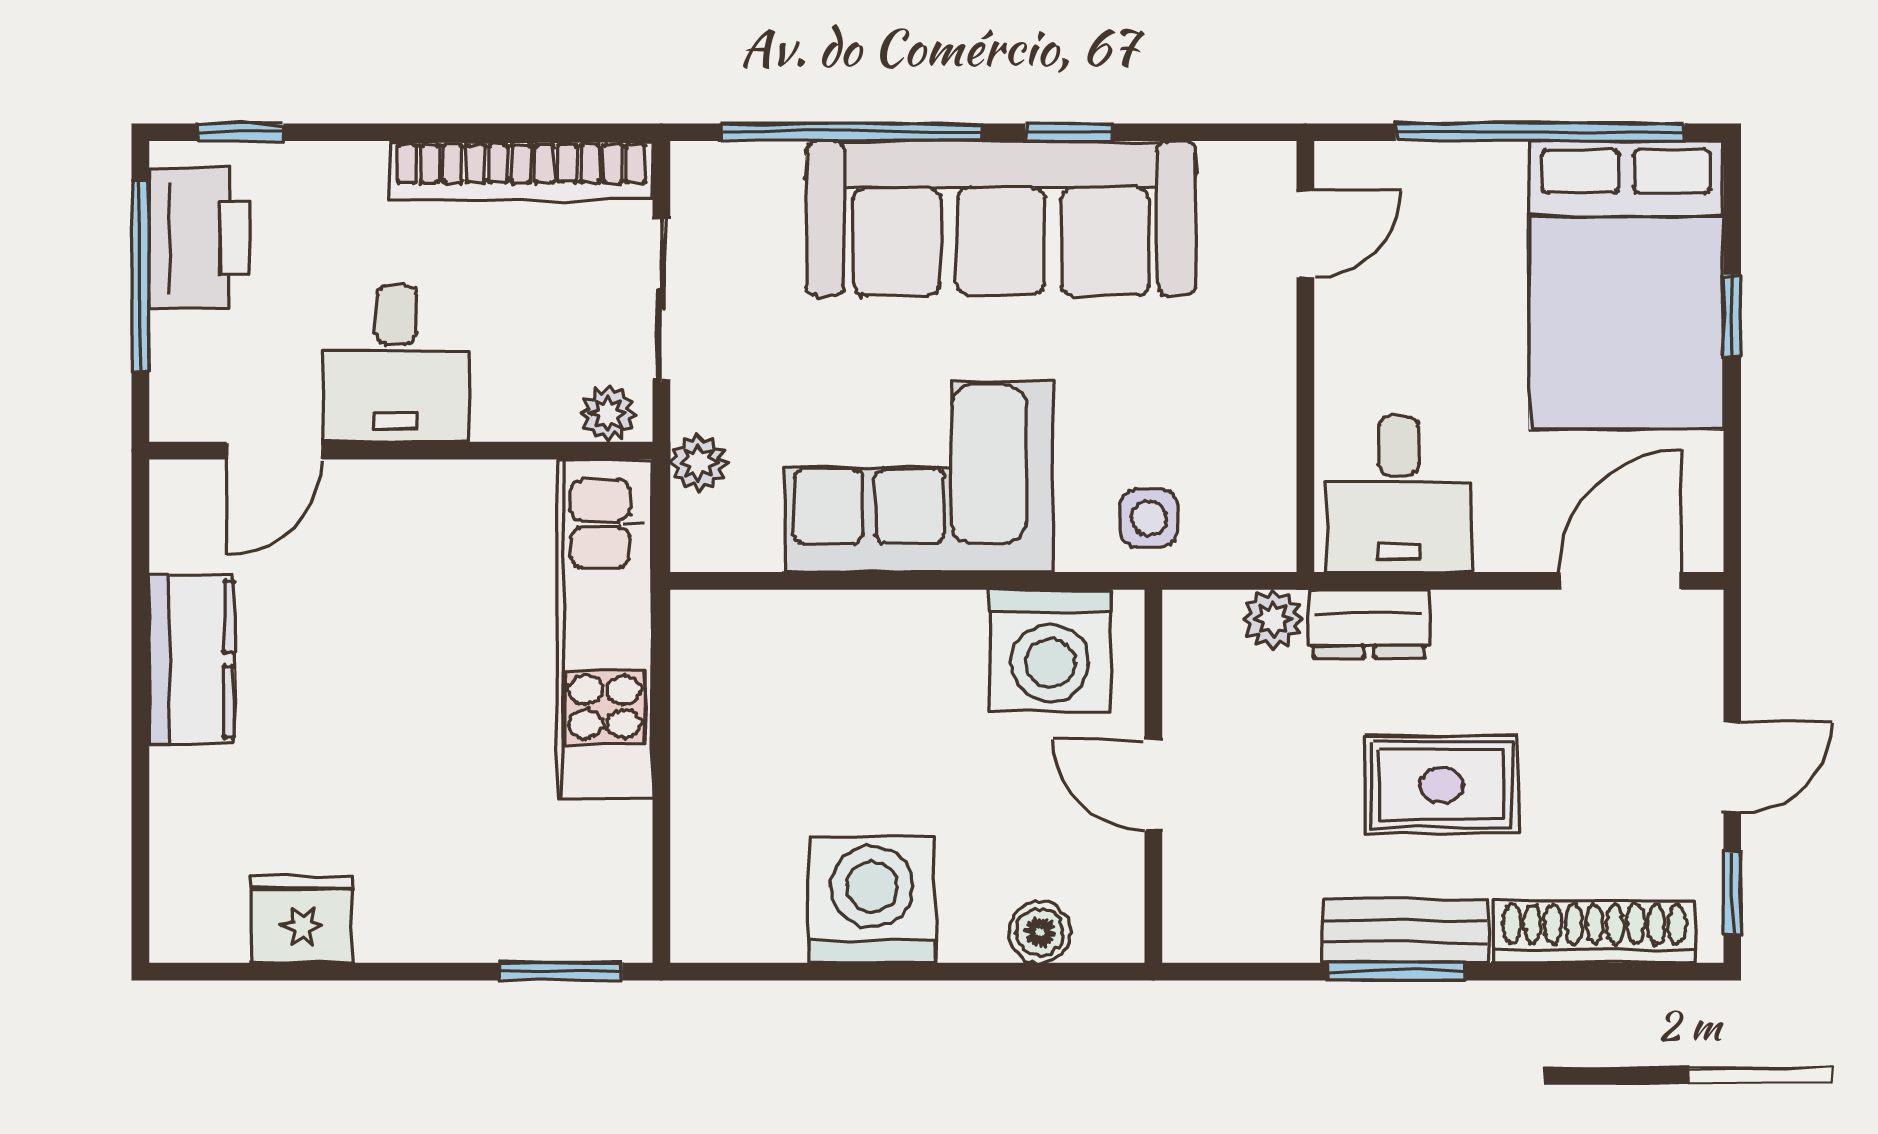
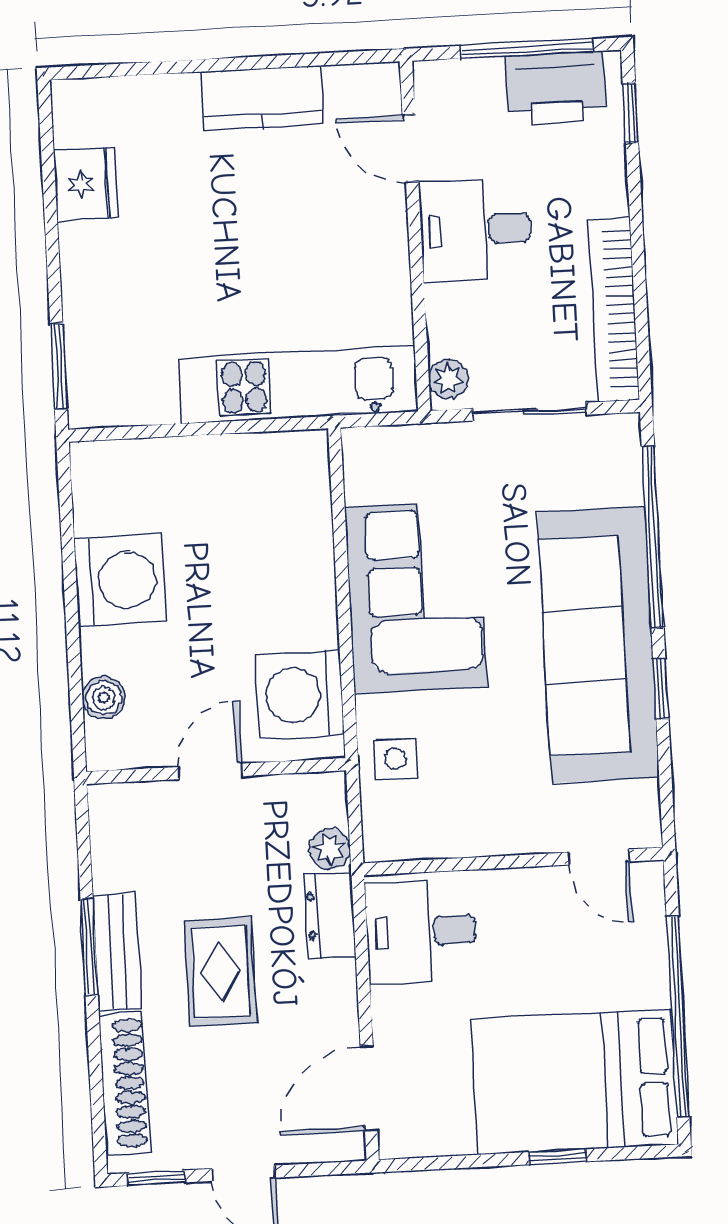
plant: (698, 463) -> (417, 443), removed
door: (1620, 581) -> (369, 1088), swing flipped

